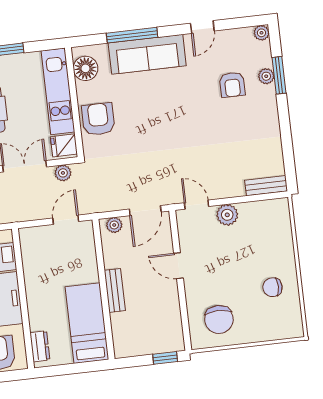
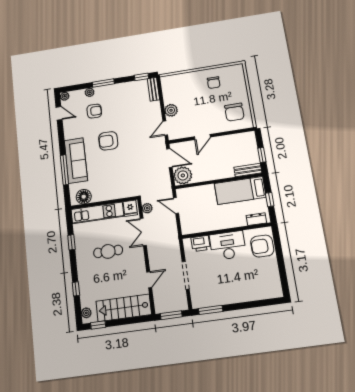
door: (202, 27) -> (59, 113), moved
window: (279, 75) -> (103, 83), moved
armchair: (98, 119) -> (108, 141), moved
window: (289, 166) -> (141, 77), added
plant: (114, 225) -> (183, 175), width x1.88, depth x1.88
bench: (115, 290) -> (248, 170), moved
chair: (219, 319) -> (234, 112), turned 90
window: (165, 358) -> (262, 155), moved
window: (71, 369) -> (270, 200), added

